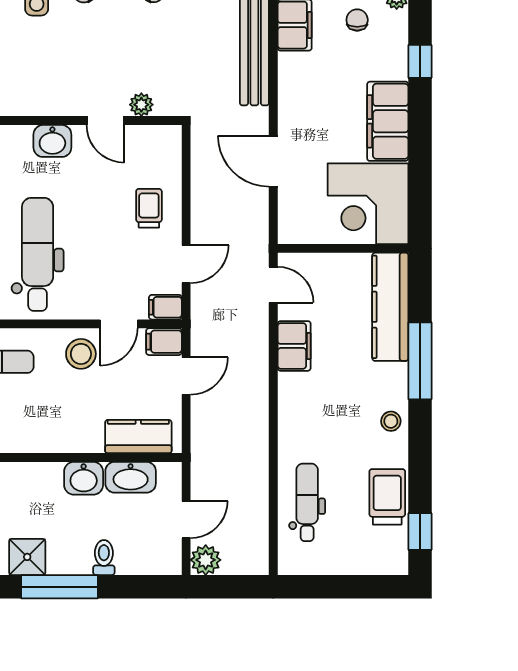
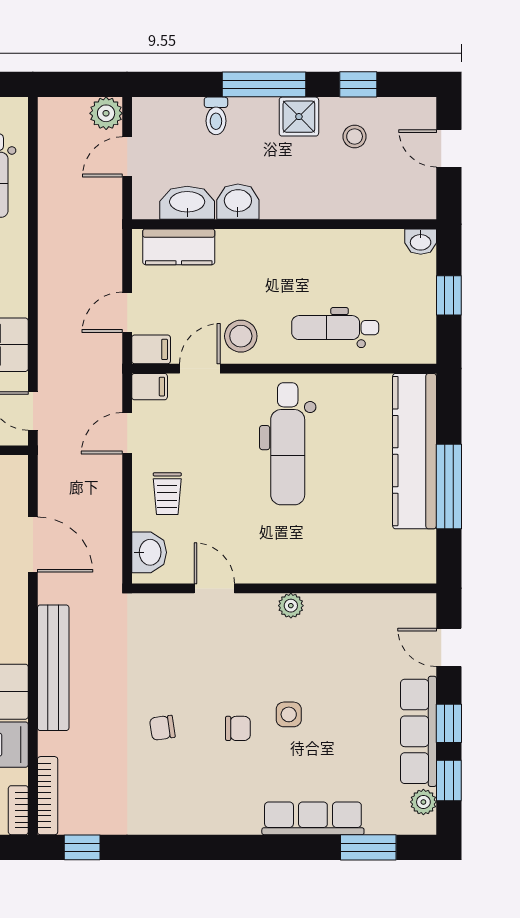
plant: (141, 105) -> (291, 606), moved
washbasin: (52, 141) -> (149, 552), moved, turned 90

